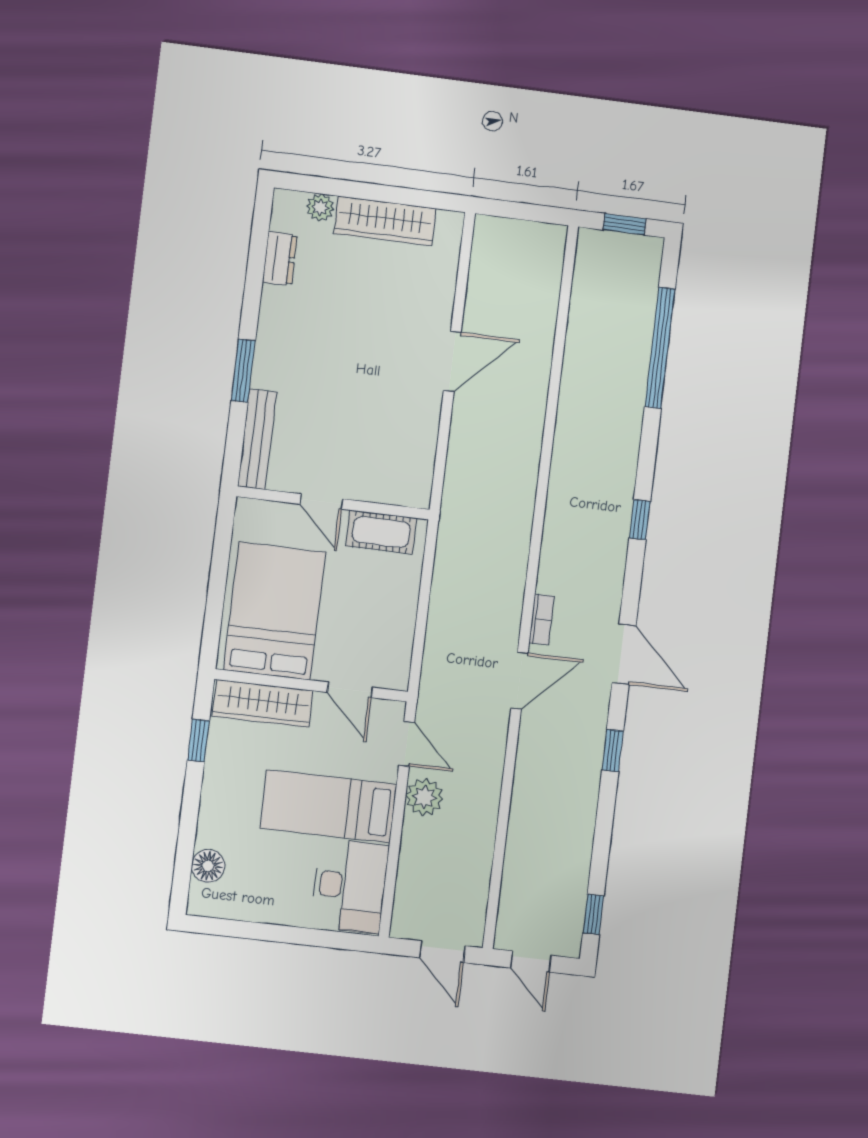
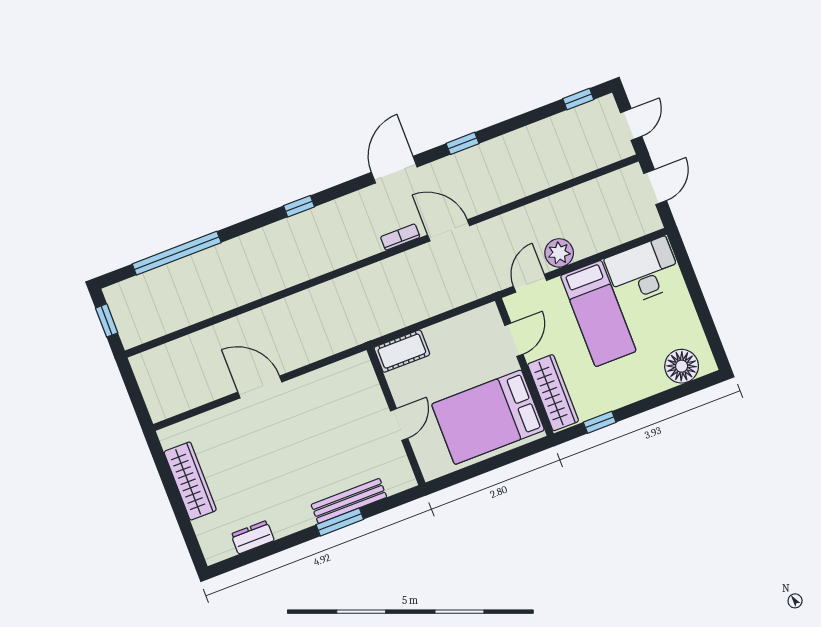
plant: (320, 207) -> (204, 528), removed
bench: (257, 439) -> (349, 501), moved
cot: (381, 532) -> (402, 351), moved, turned 90
floor lamp: (208, 866) -> (682, 366), width x1.38, depth x1.38

